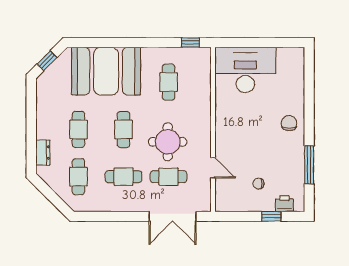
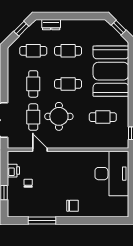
door: (213, 168) -> (40, 150), swing flipped
window: (49, 193) -> (21, 29), added
printer: (284, 204) -> (13, 171), moved

